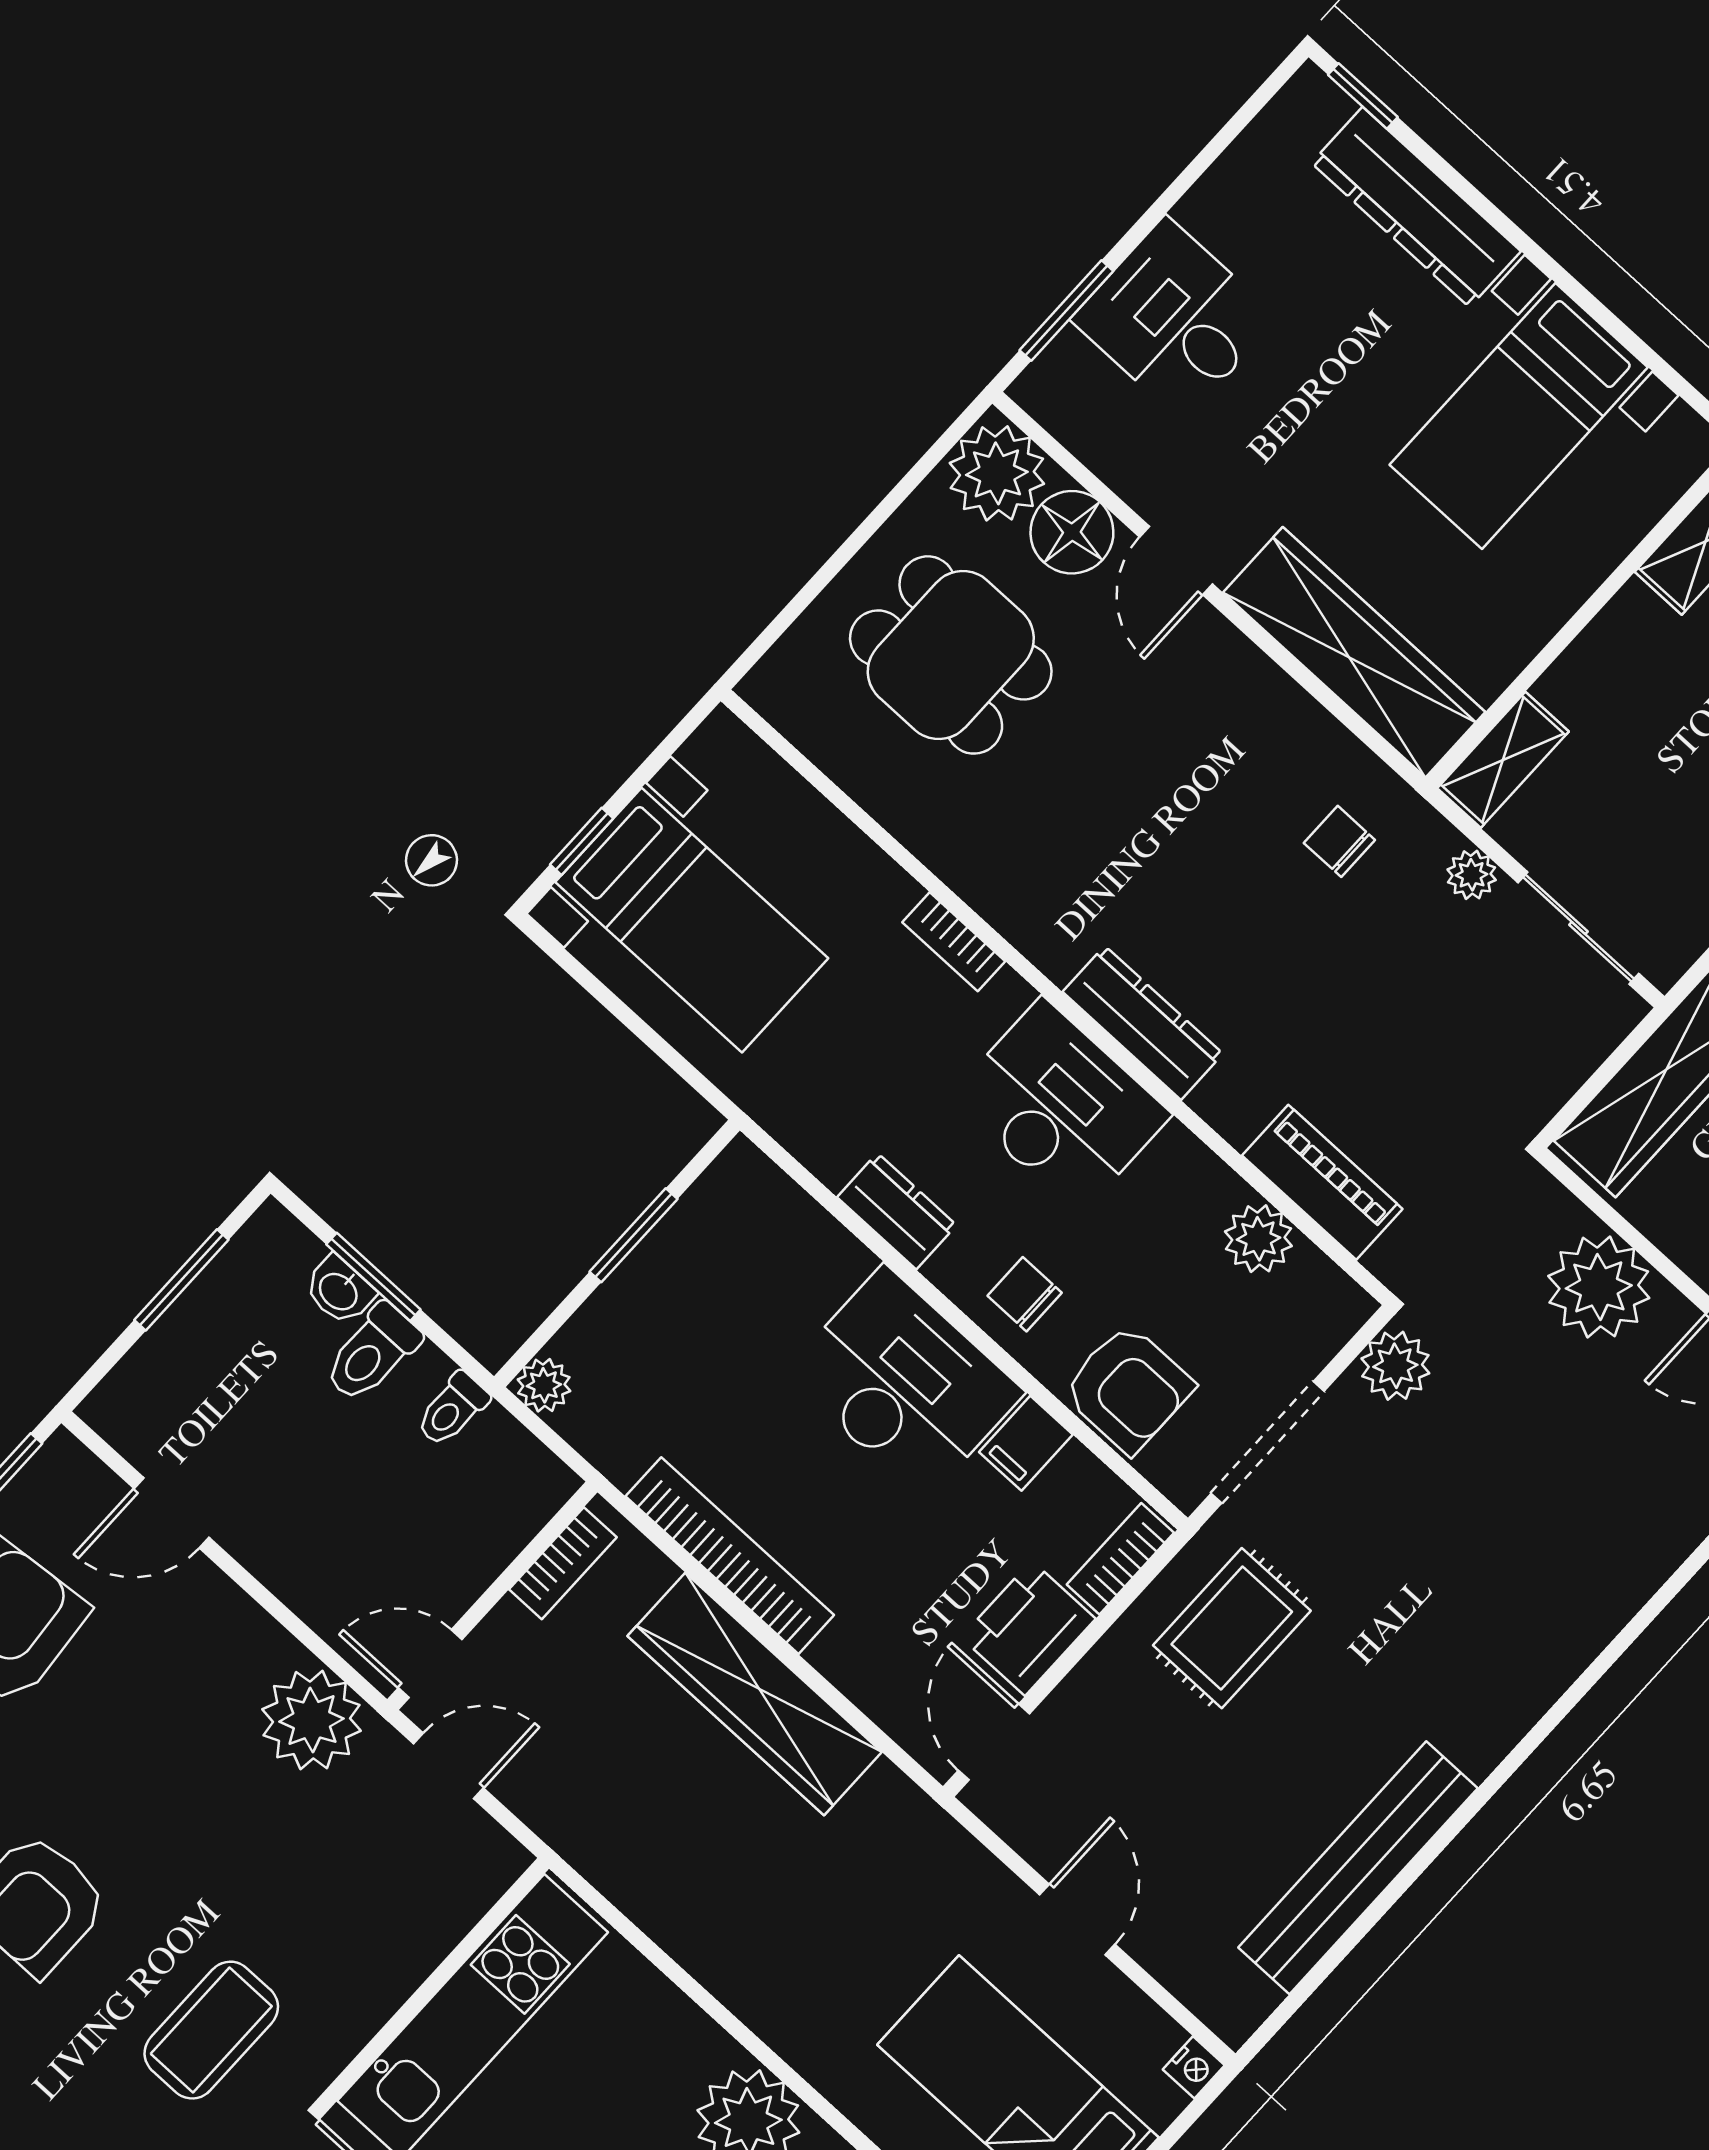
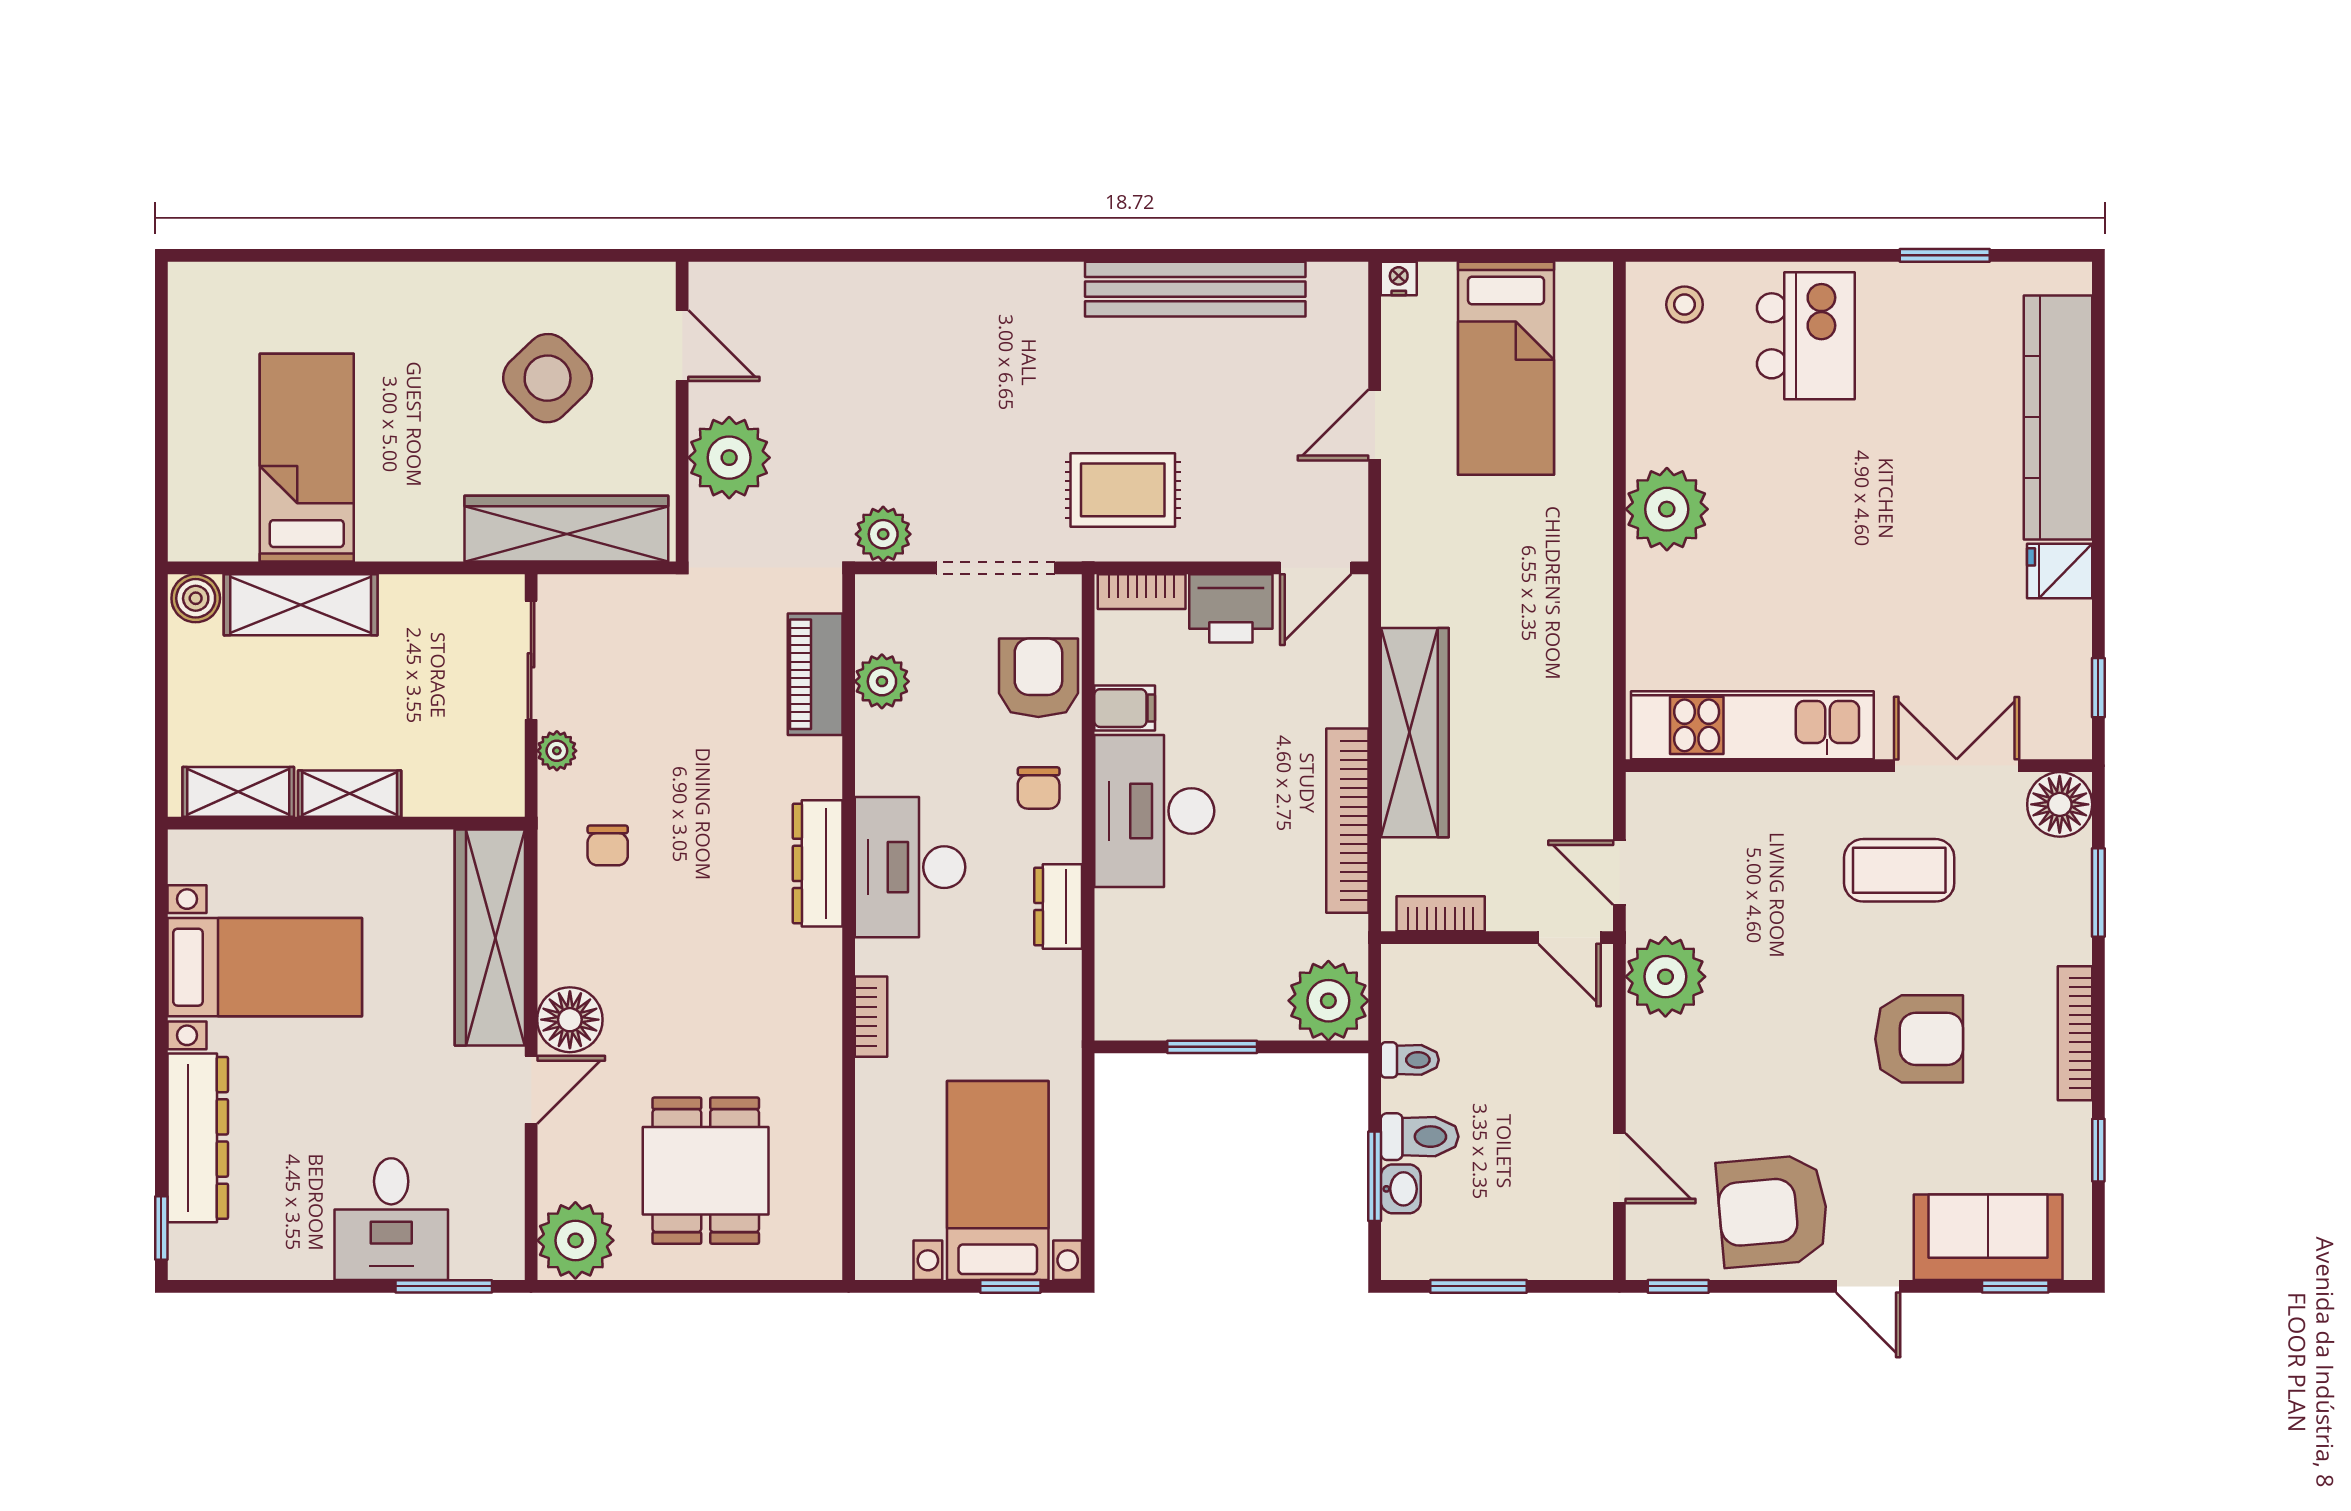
floor lamp: (1072, 532) -> (570, 1020), moved
shelving: (1503, 760) -> (350, 794), moved
plant: (544, 1385) -> (1328, 1001), width x1.88, depth x1.88

